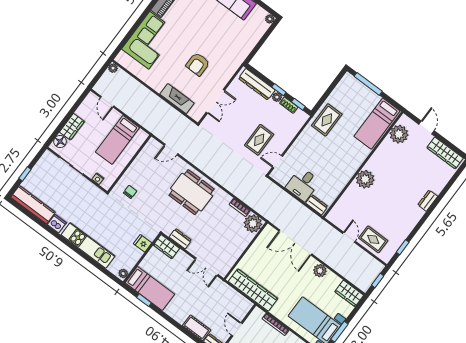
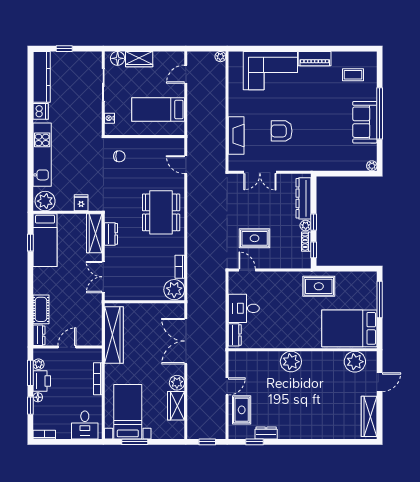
bed: (377, 124) -> (349, 328), width x1.50
dresser: (428, 201) -> (266, 433), moved
wardrobe: (166, 247) -> (94, 233), width x1.50
plant: (123, 273) -> (45, 201), width x1.88, depth x1.88
wardrobe: (349, 293) -> (176, 406), moved

